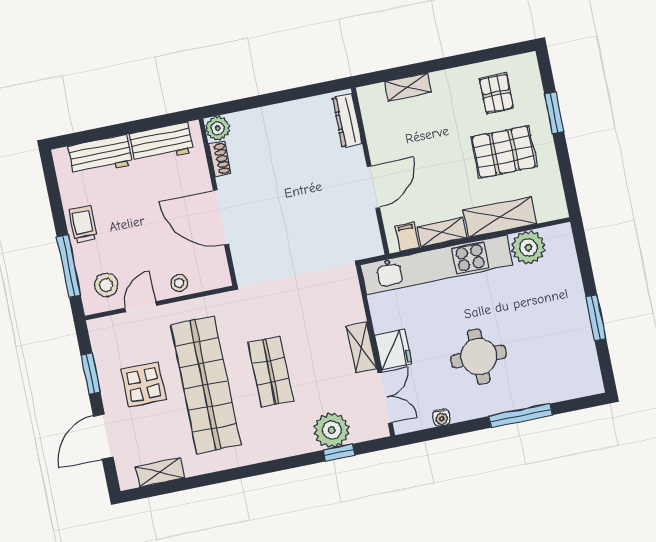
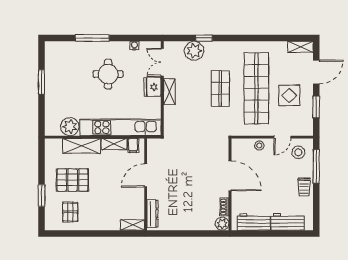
shelving: (408, 87) -> (132, 225), moved
window: (339, 453) -> (204, 38), moved
shelving: (160, 472) -> (301, 47), moved

